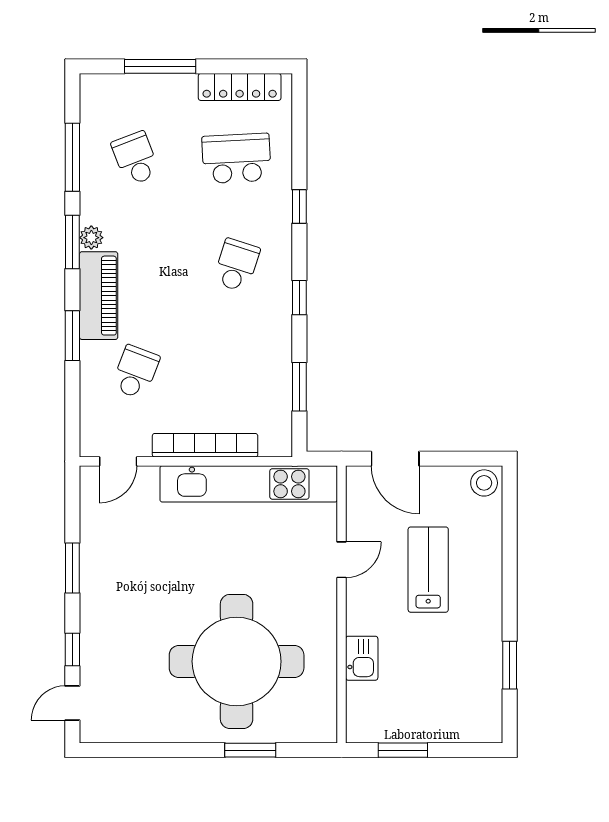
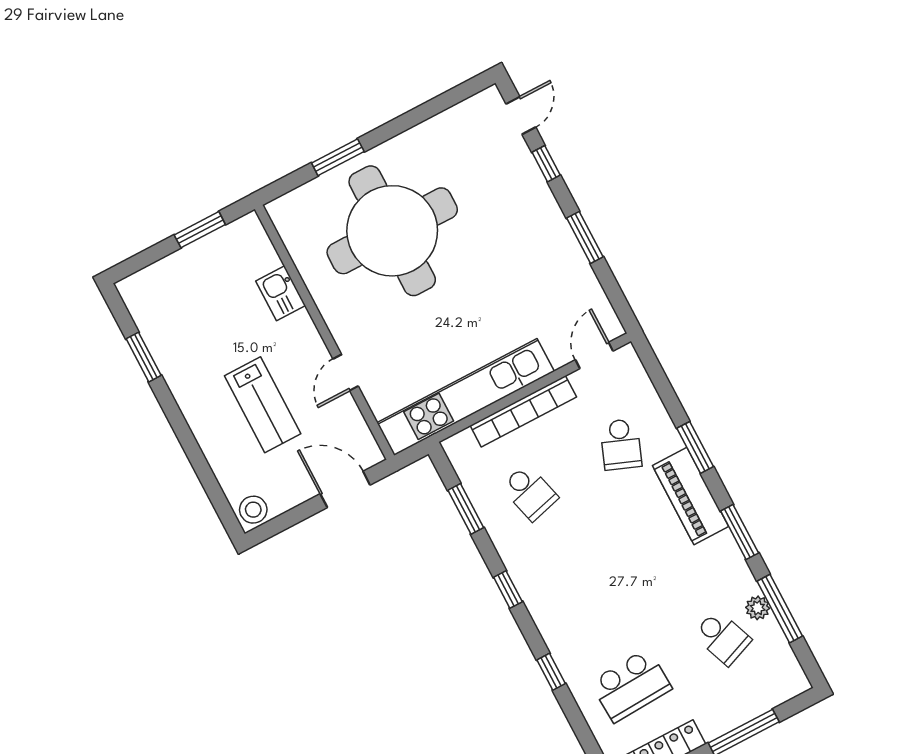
plant: (91, 238) -> (758, 608), moved
school desk: (236, 265) -> (530, 492), moved, turned -33

